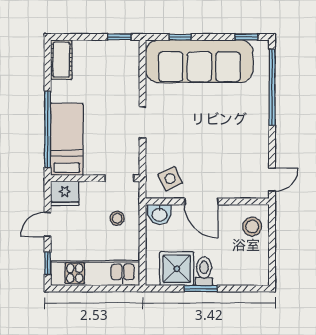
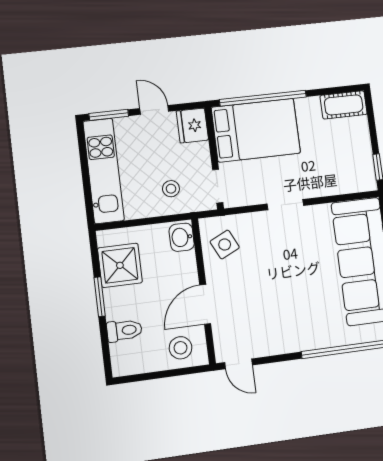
bed: (67, 139) -> (256, 130), width x1.50
door: (201, 201) -> (205, 304), moved
window: (48, 263) -> (109, 115), width x1.50
toilet: (204, 271) -> (124, 330), moved

